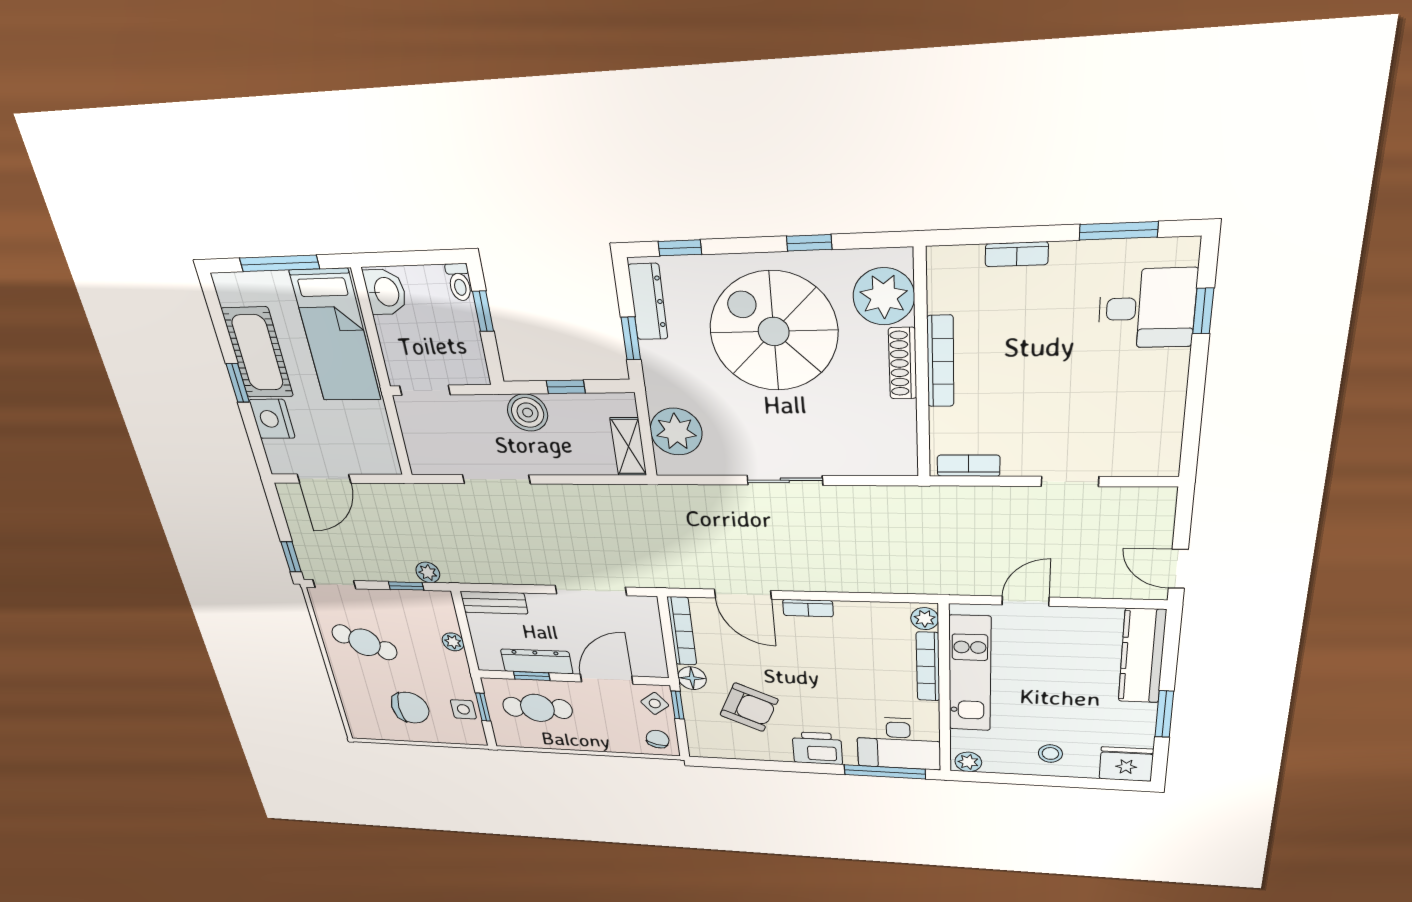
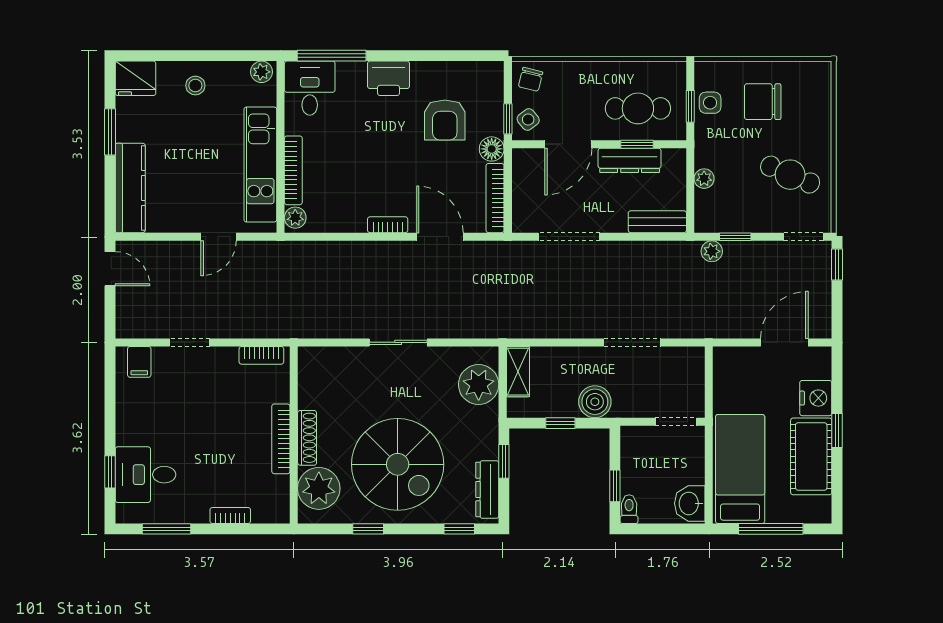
filing cabinet: (1145, 458) -> (139, 362), added
armchair: (749, 707) -> (445, 120), turned -114
desk: (899, 743) -> (310, 88), width x0.73

